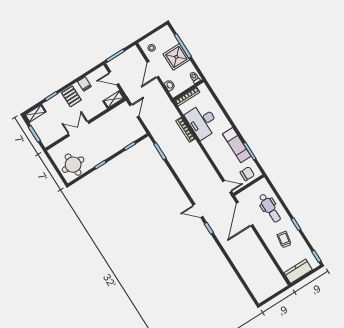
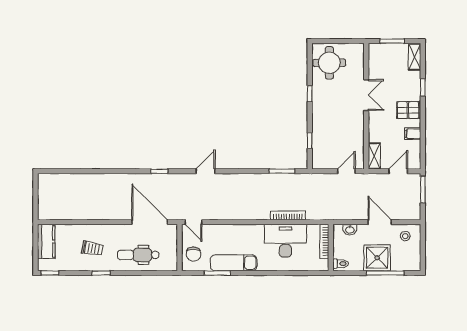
door: (134, 111) -> (346, 171), swing flipped
door: (227, 186) -> (193, 222), hinge flipped
door: (198, 211) -> (206, 171), moved

